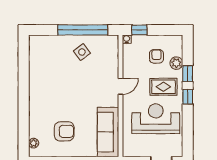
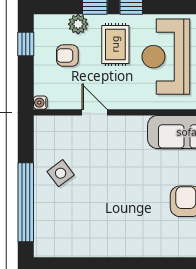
window: (83, 30) -> (26, 202), moved
window: (139, 30) -> (26, 44), moved
door: (120, 86) -> (94, 112), moved

